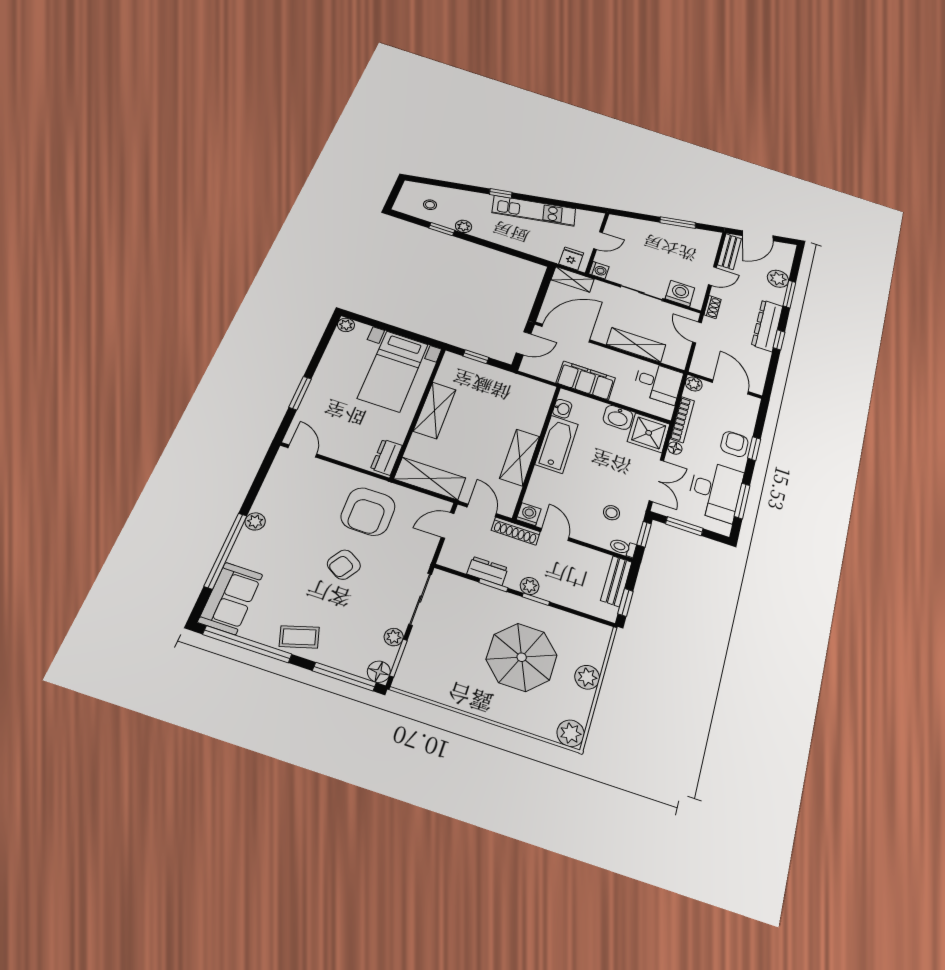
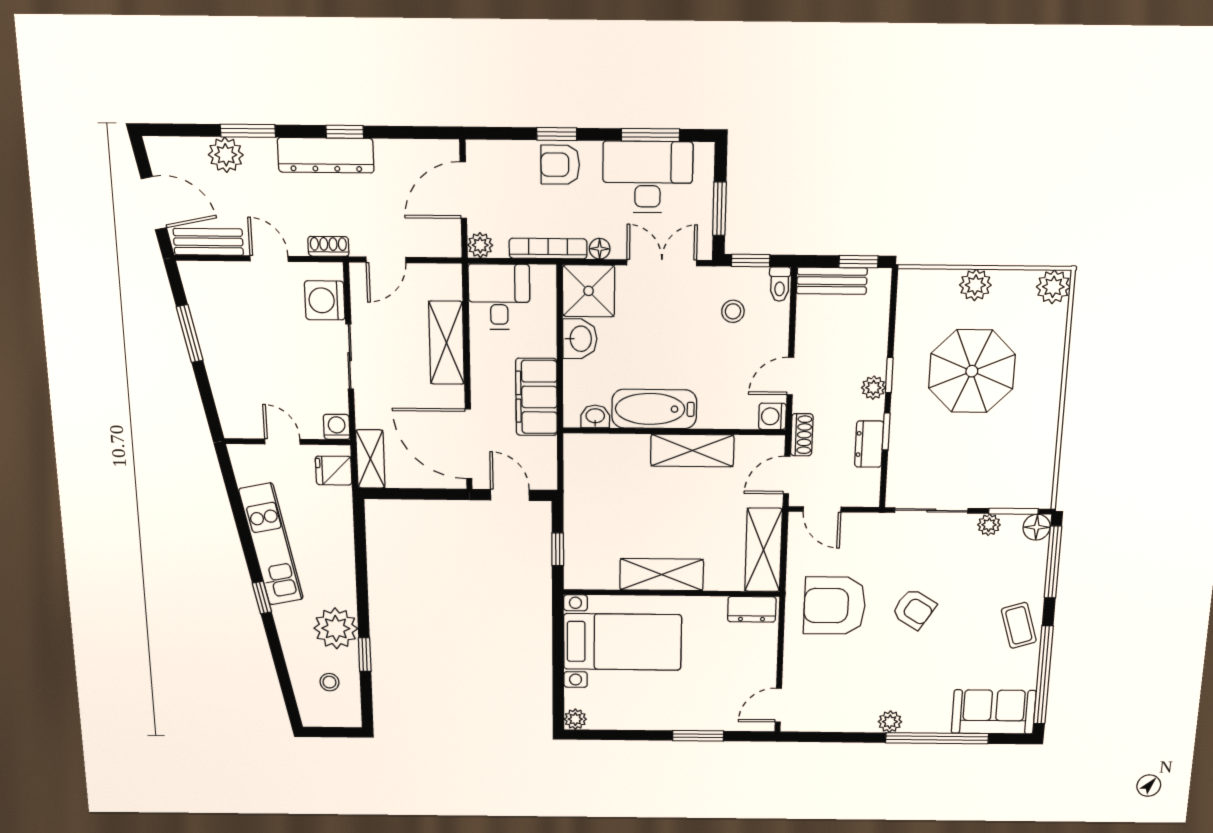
plant: (464, 226) -> (336, 628), width x1.87, depth x1.87
armchair: (368, 512) -> (835, 606), turned 180
shoe rack: (516, 531) -> (802, 435), width x0.70

